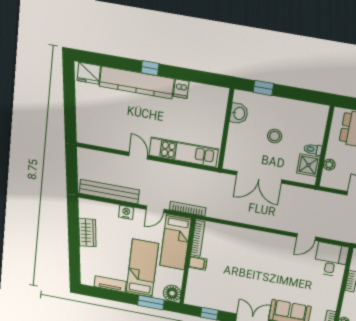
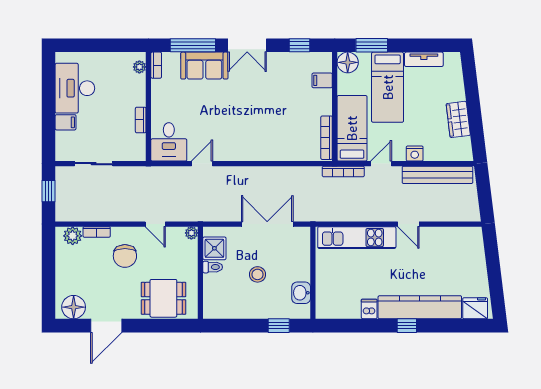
plant: (329, 165) -> (191, 233), moved
filing cabinet: (198, 263) -> (322, 80), moved

